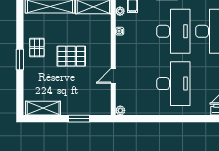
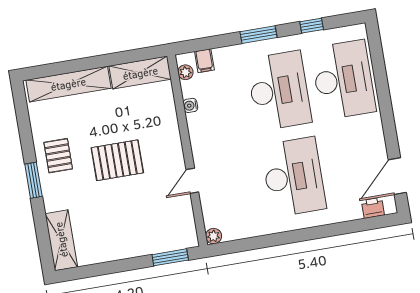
shelving: (43, 108) -> (61, 240), moved, turned 90
window: (79, 119) -> (170, 257), moved

